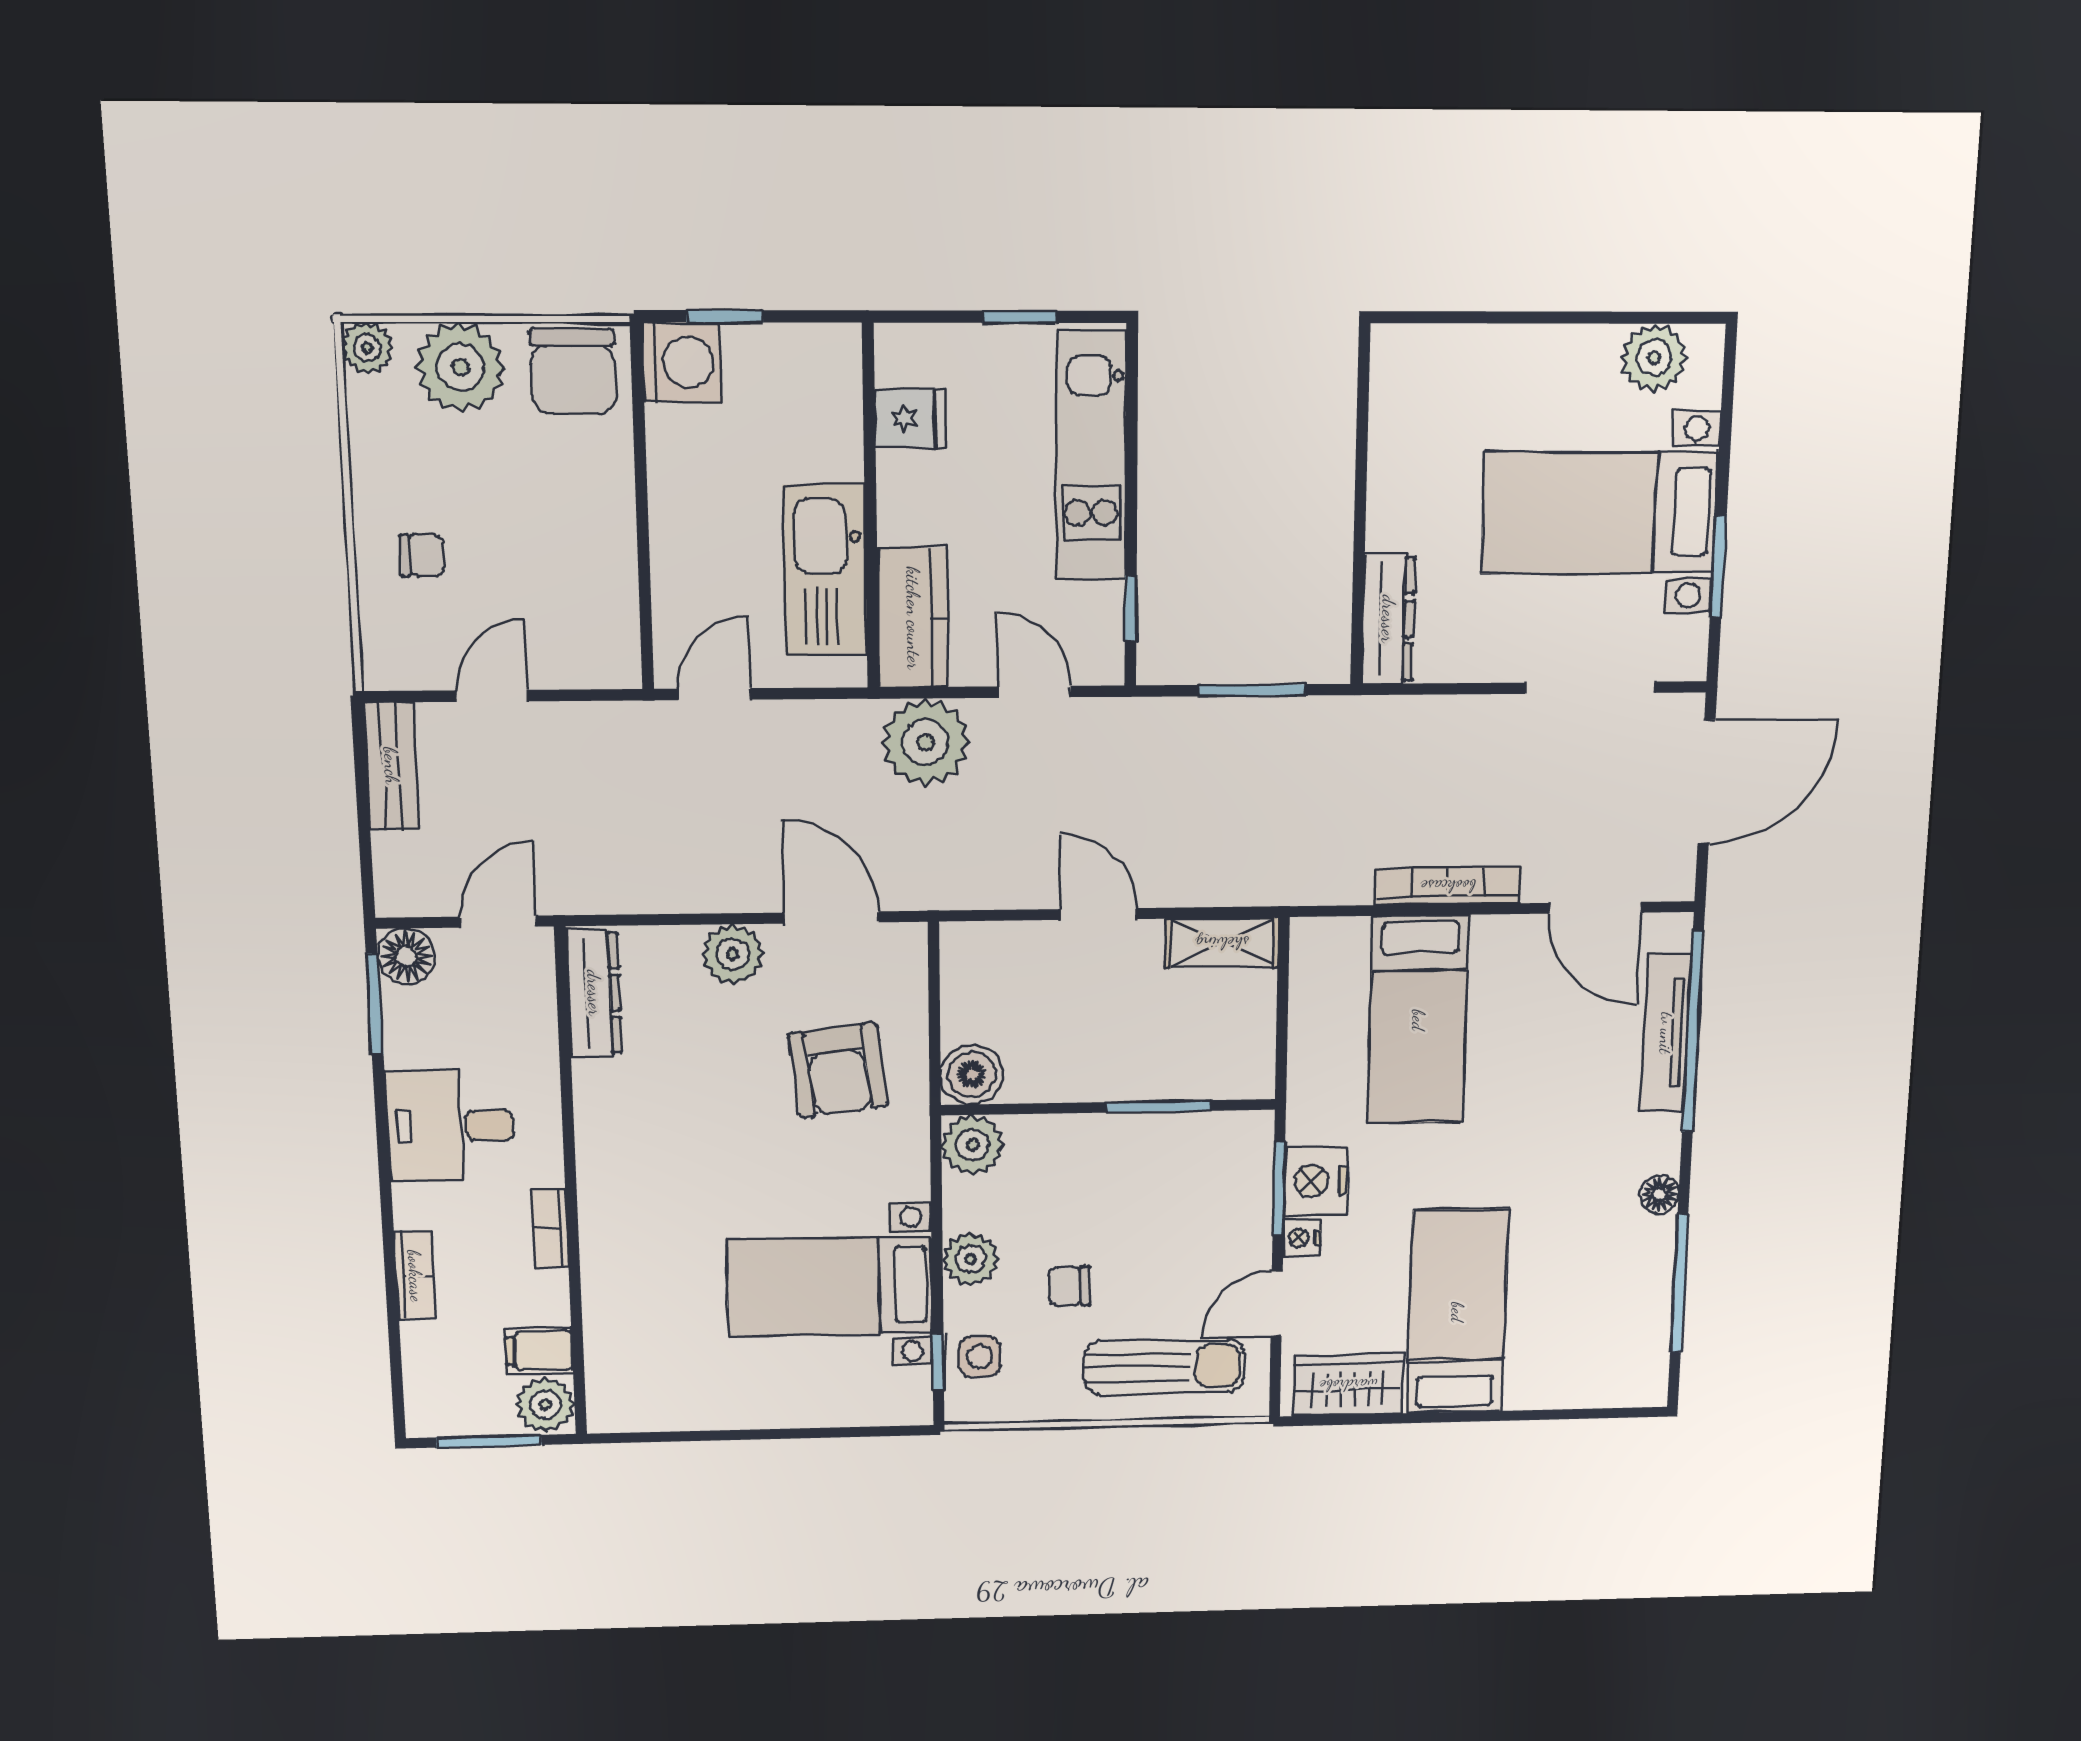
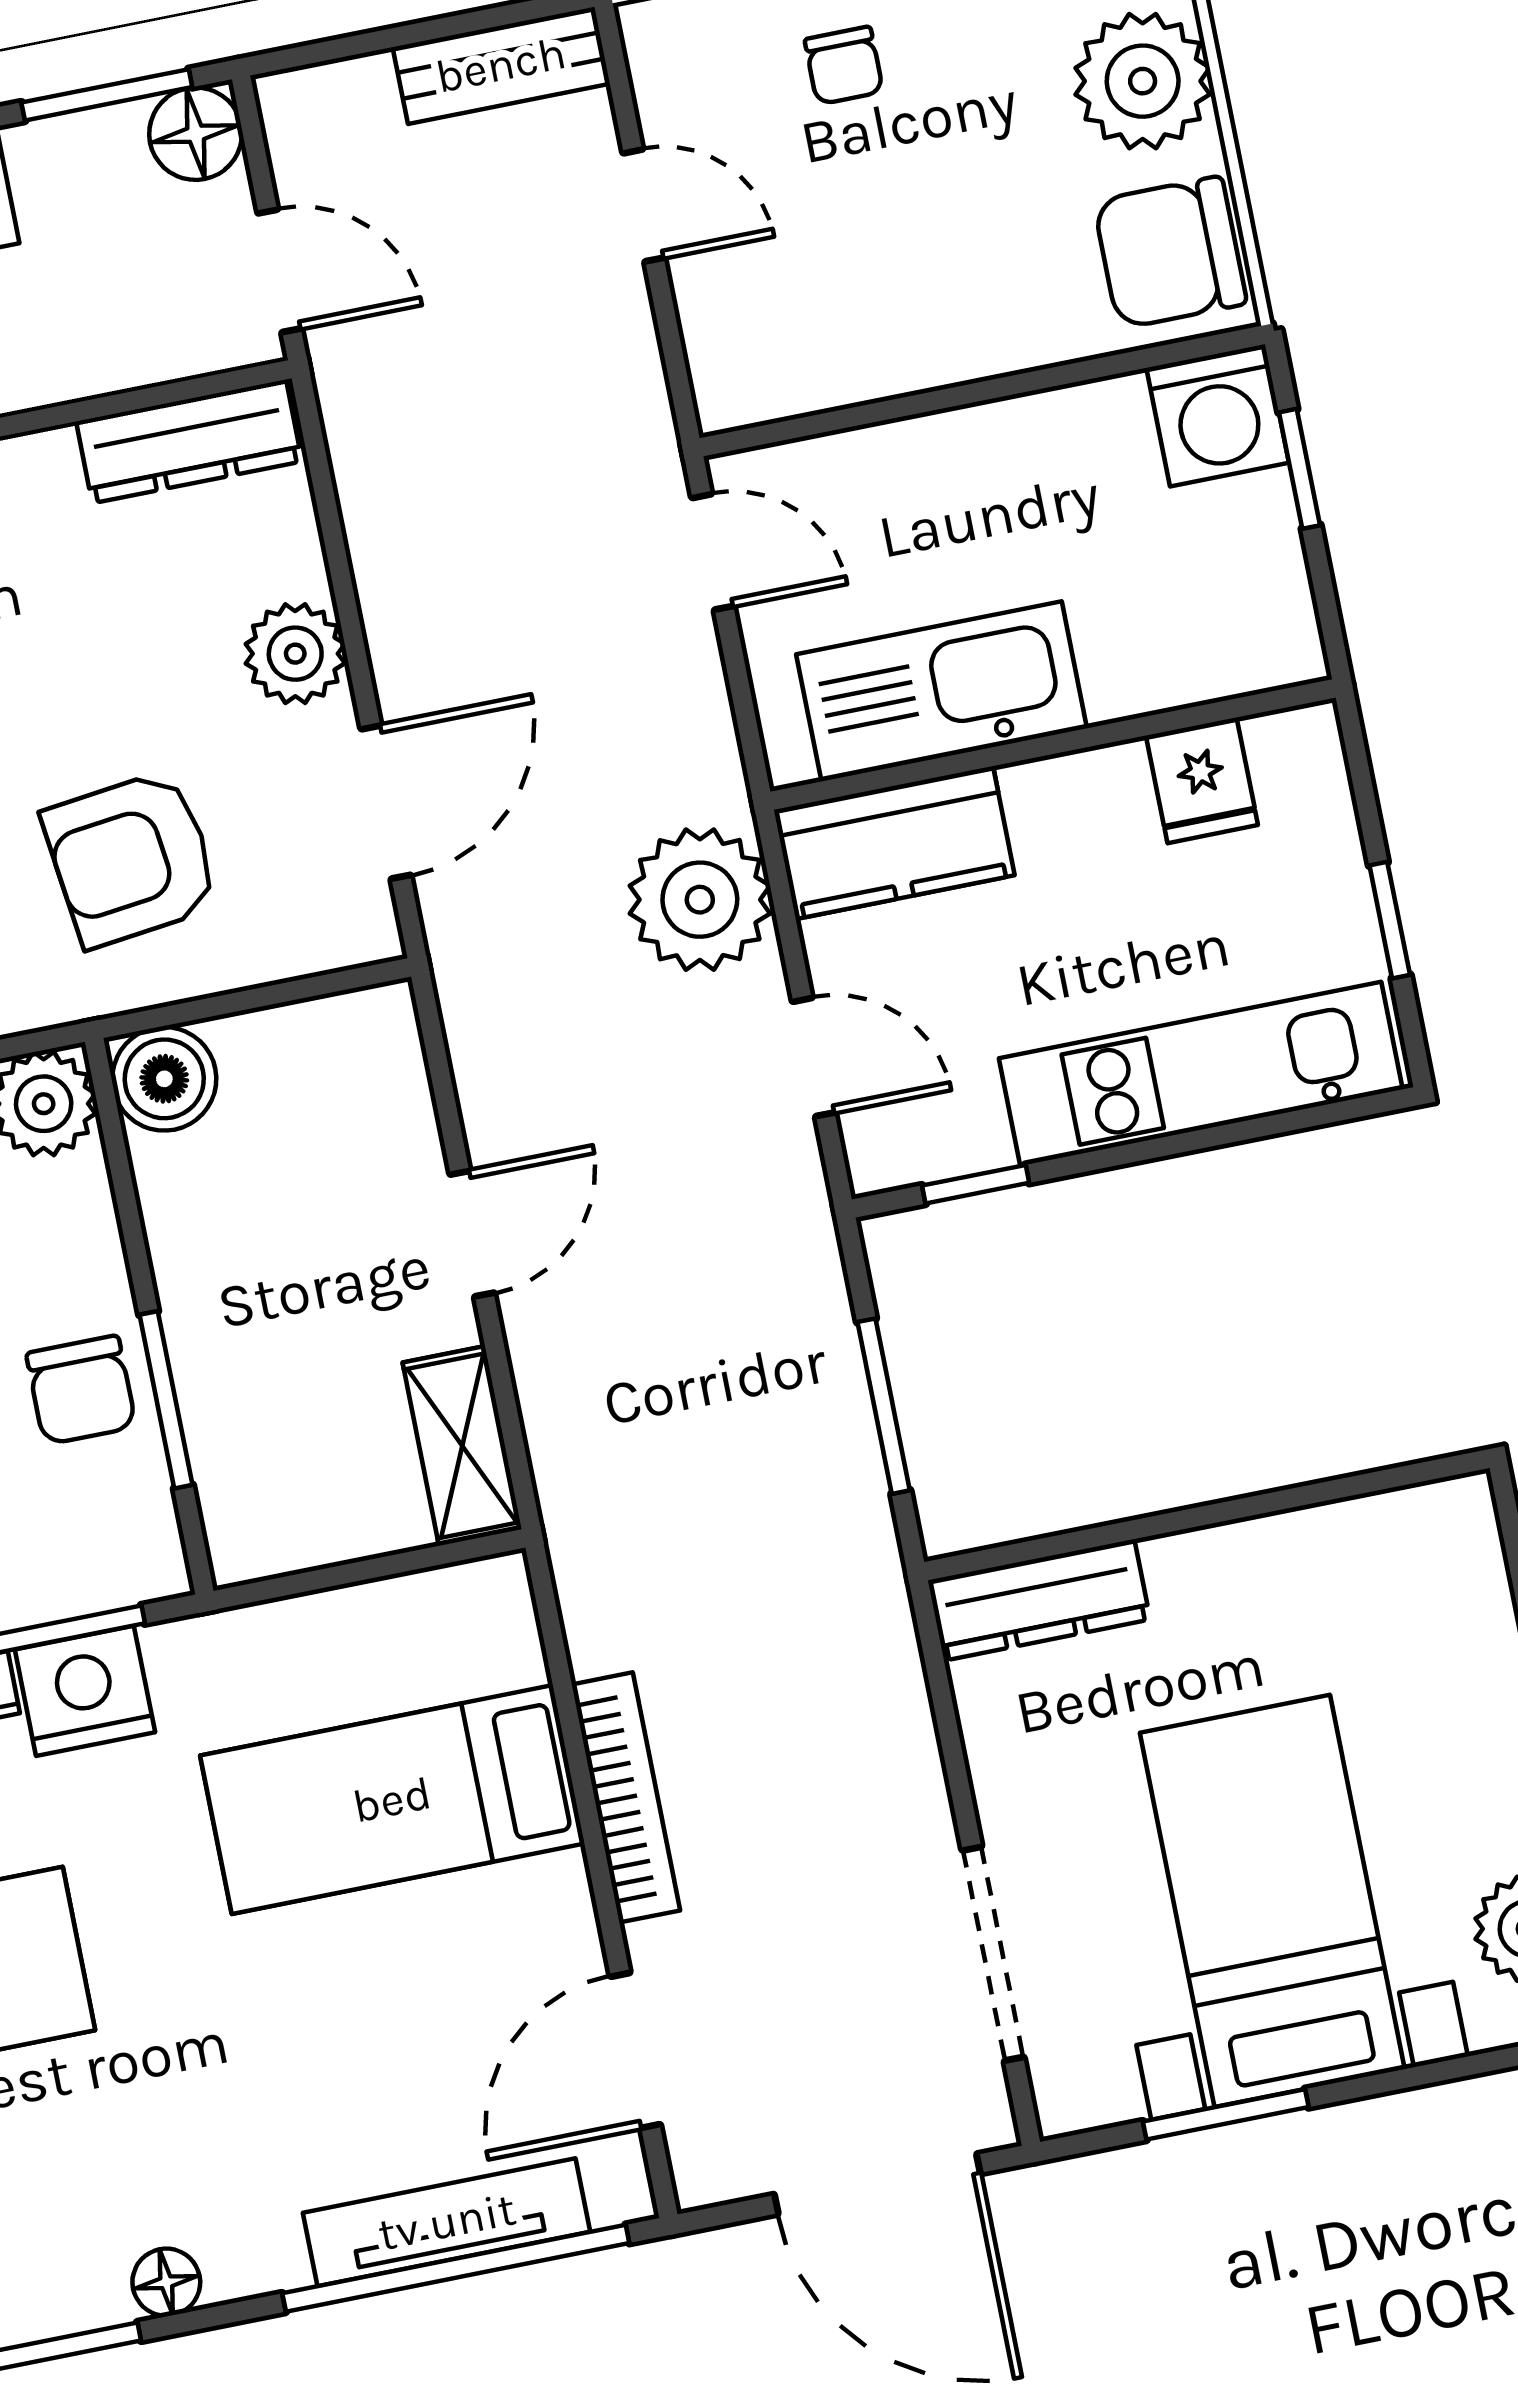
door: (1034, 692) -> (814, 1057), hinge flipped
chair: (1143, 1153) -> (81, 1390), added

